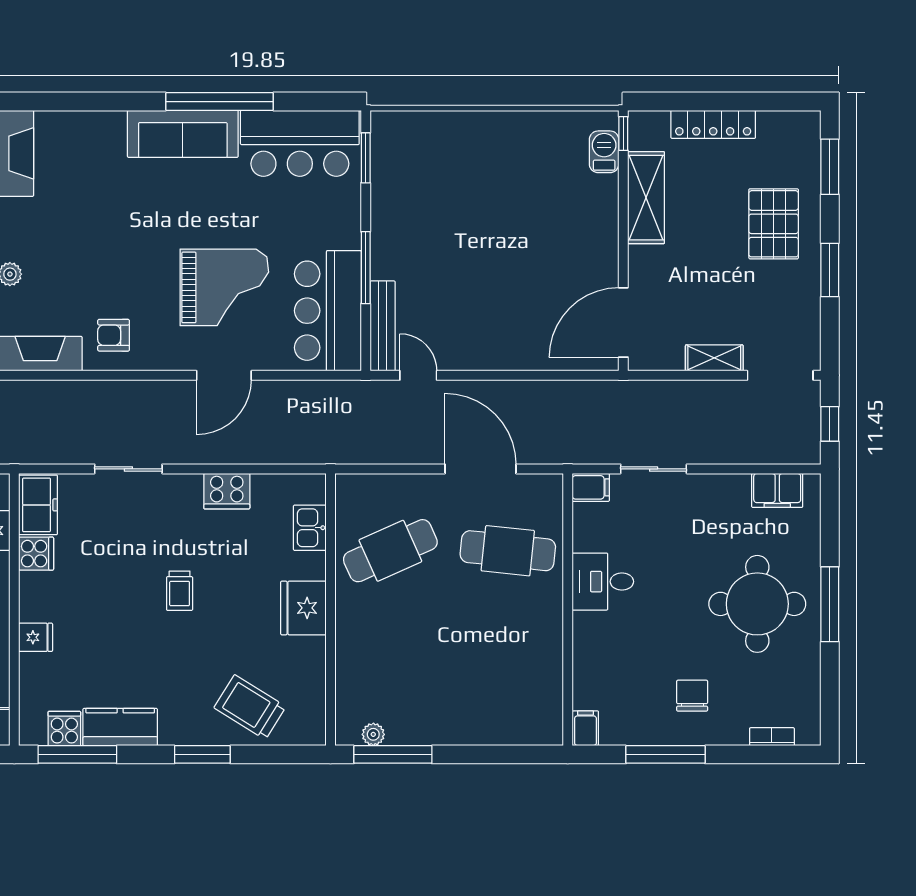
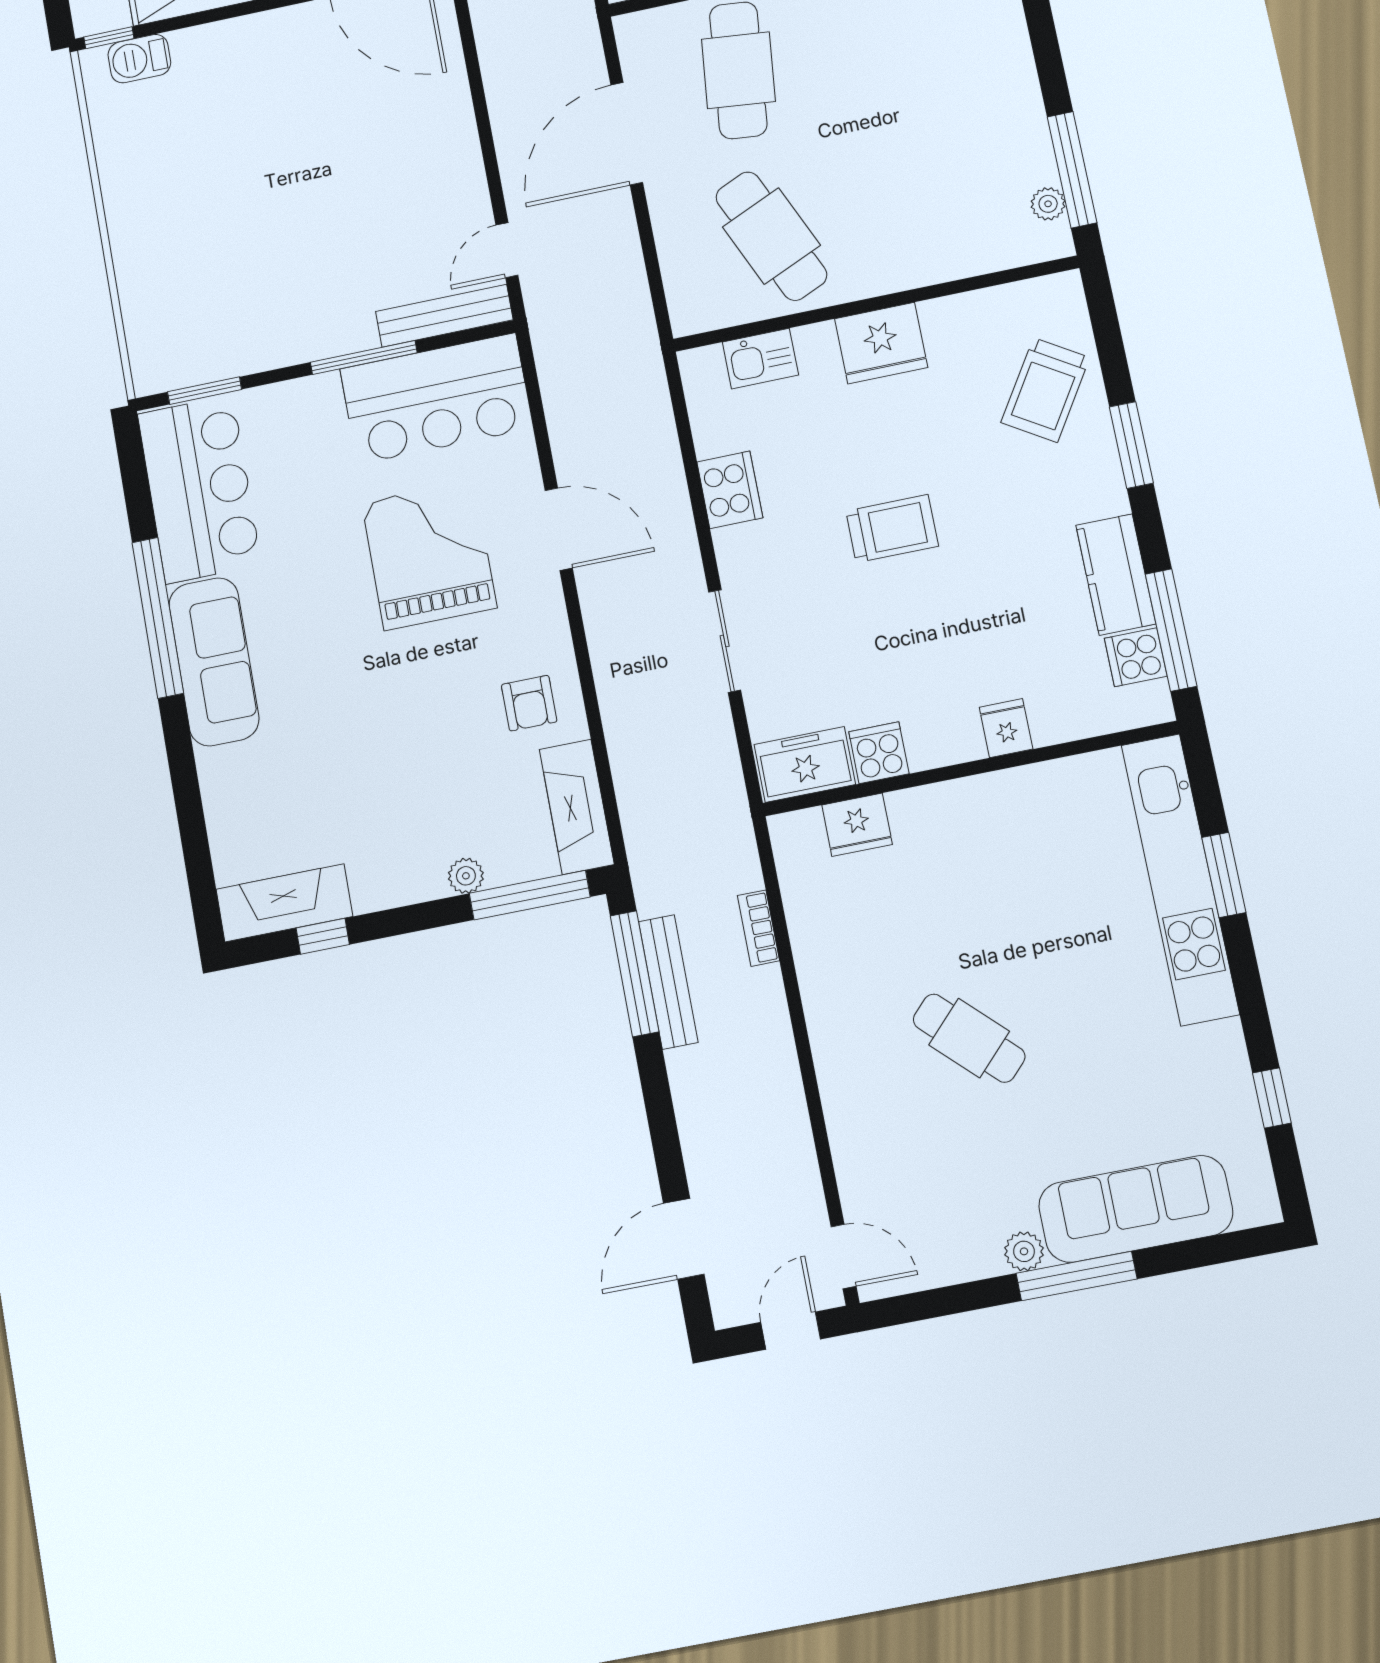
trolley: (180, 591) -> (892, 529), width x1.36, depth x1.39

